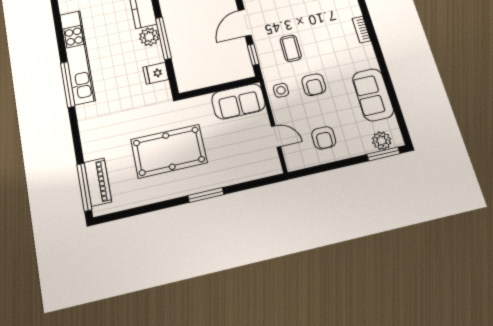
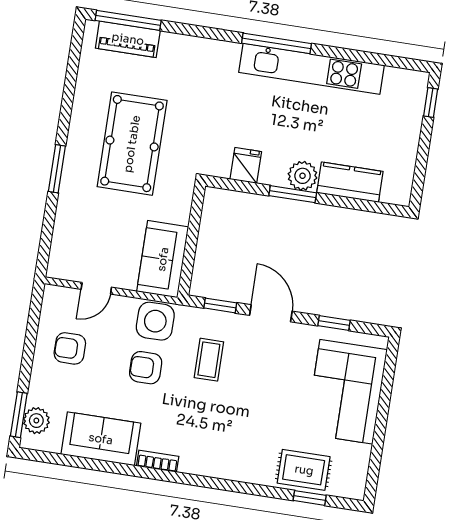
bookcase: (362, 30) -> (158, 461), moved
window: (163, 38) -> (293, 194), width x0.69
coffee table: (291, 48) -> (209, 360), turned 90
side table: (281, 90) -> (155, 321), width x1.87, depth x1.87

